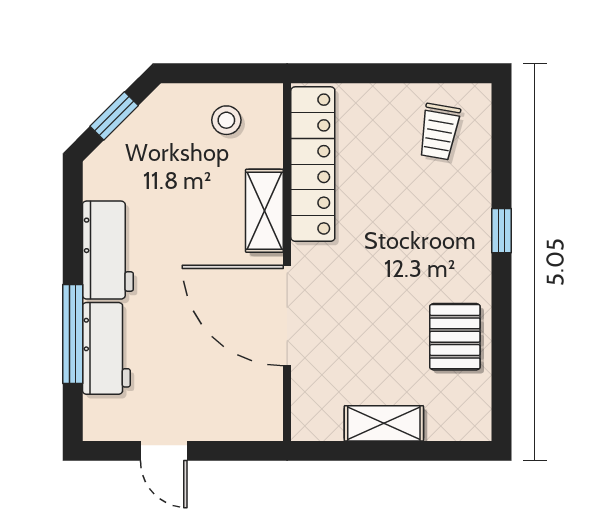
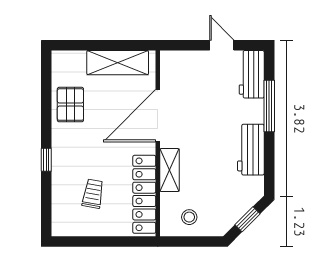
trolley: (439, 132) -> (93, 194), moved
door: (287, 315) -> (158, 116), swing flipped
workbench: (106, 348) -> (252, 74), moved
shelving: (384, 423) -> (118, 63), width x1.50, depth x1.33

